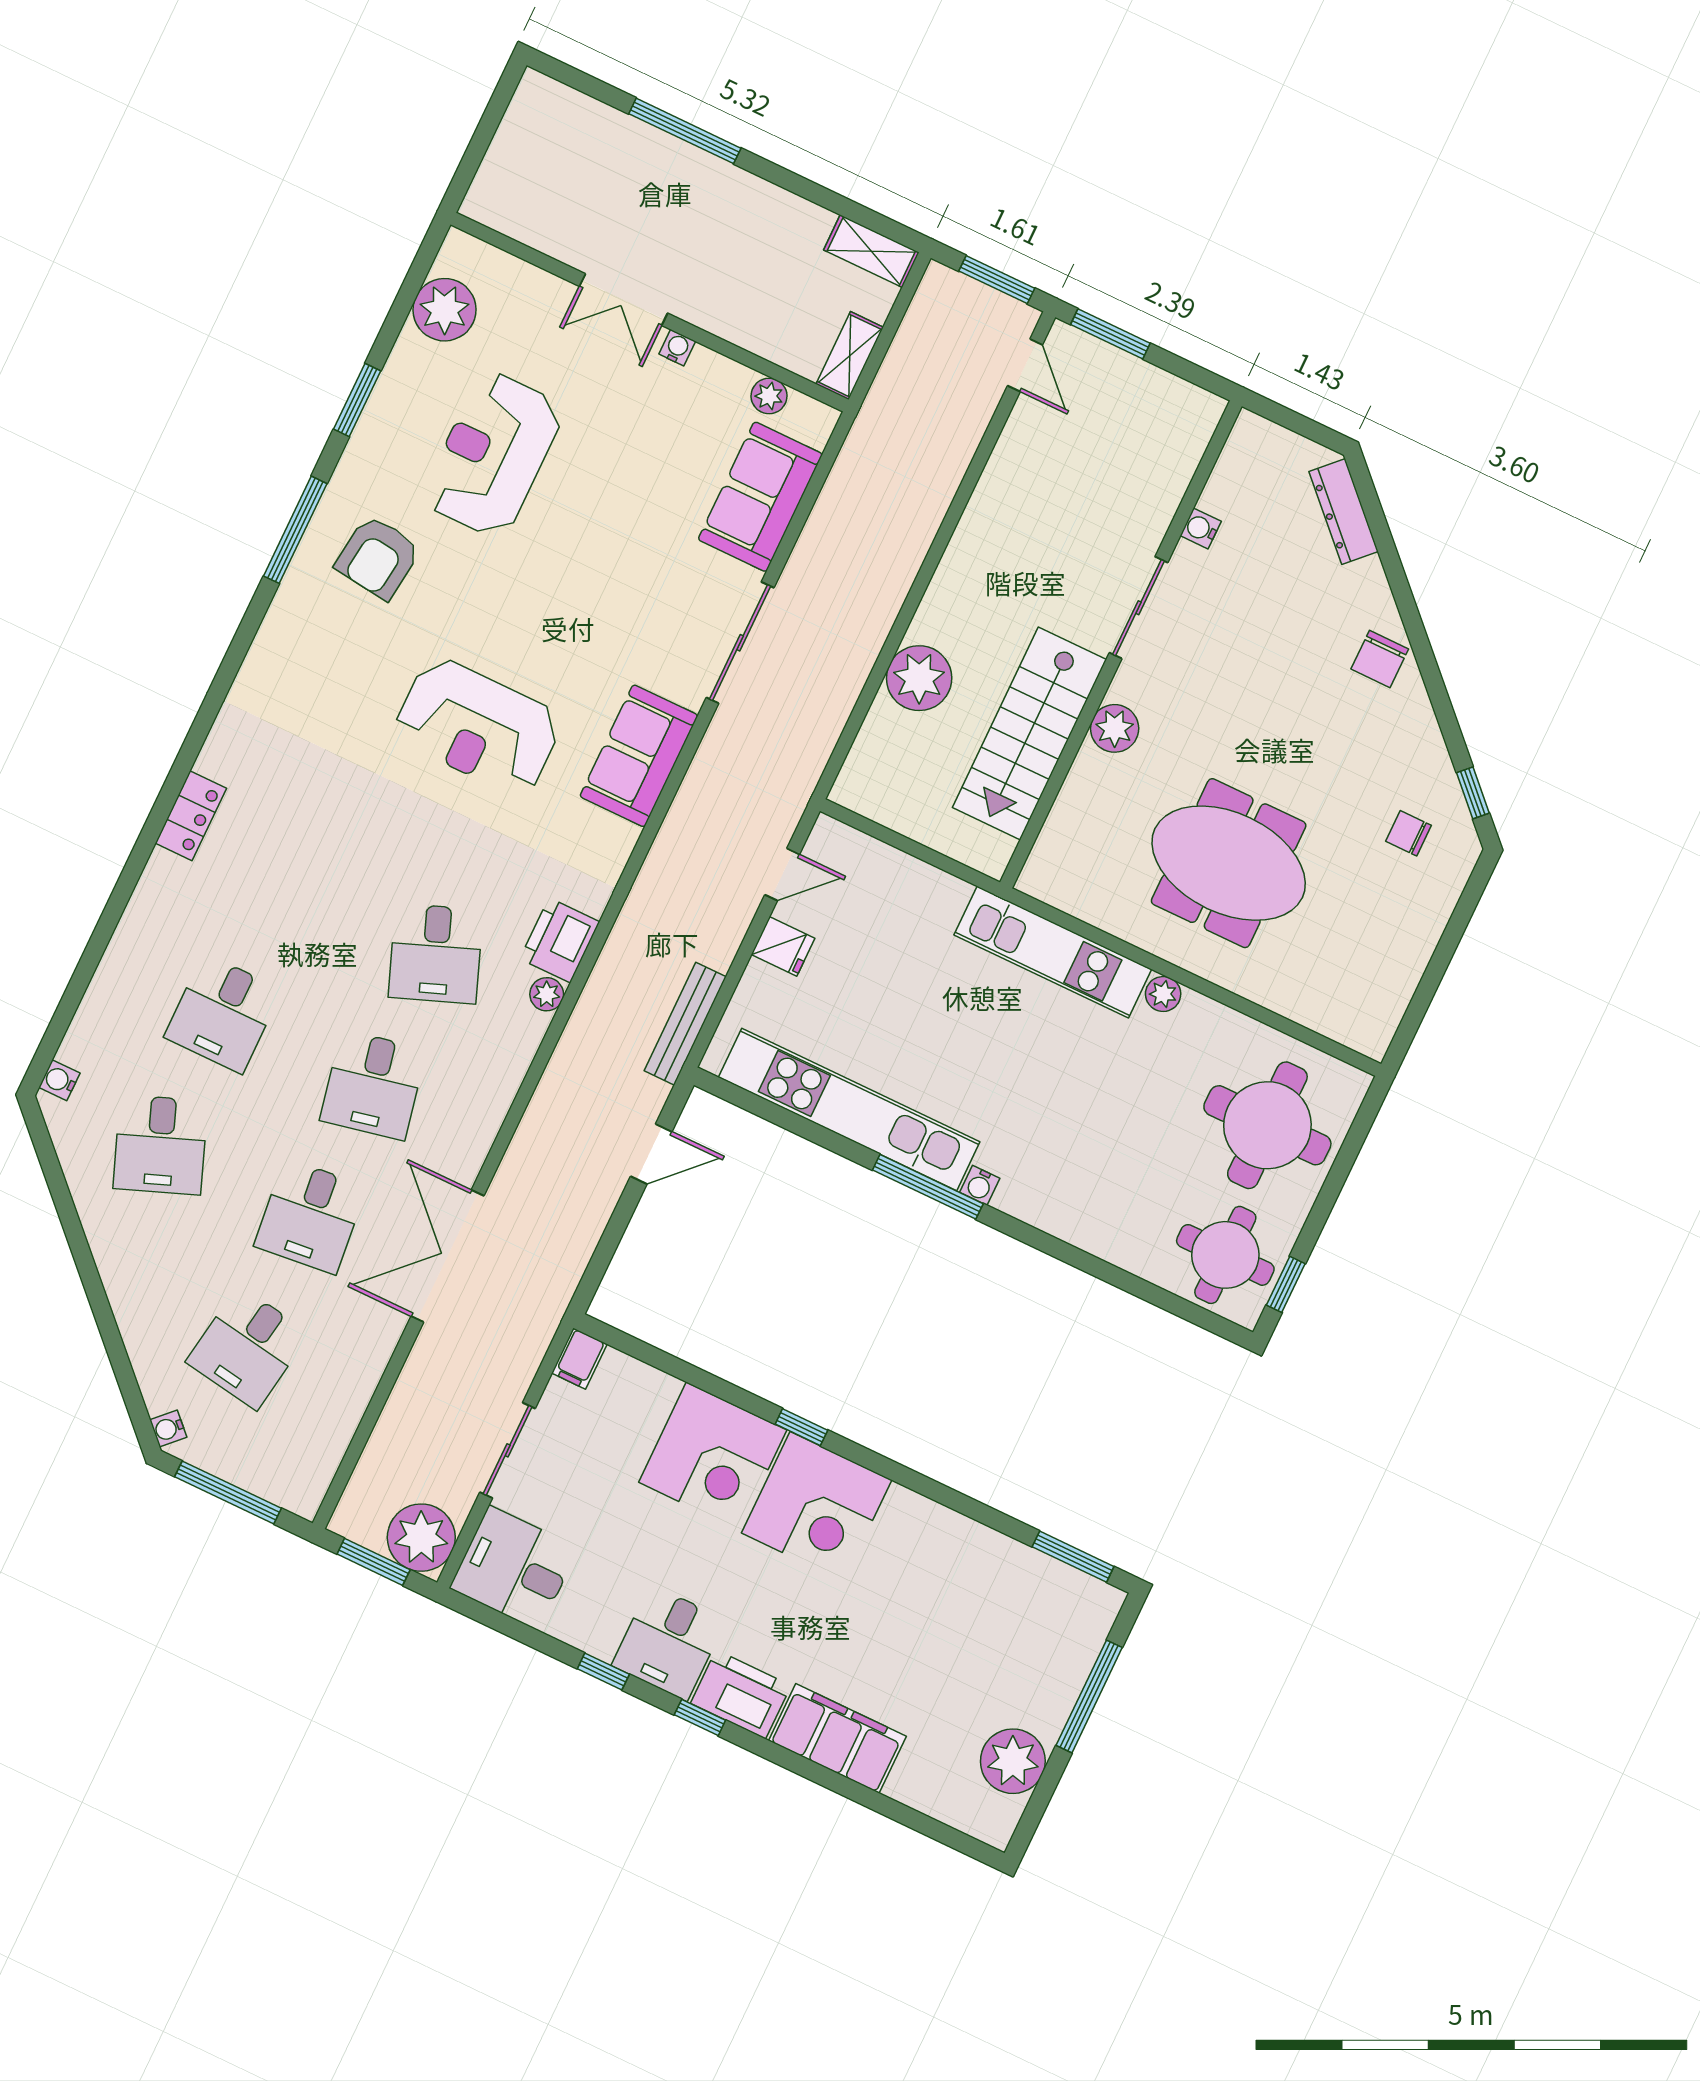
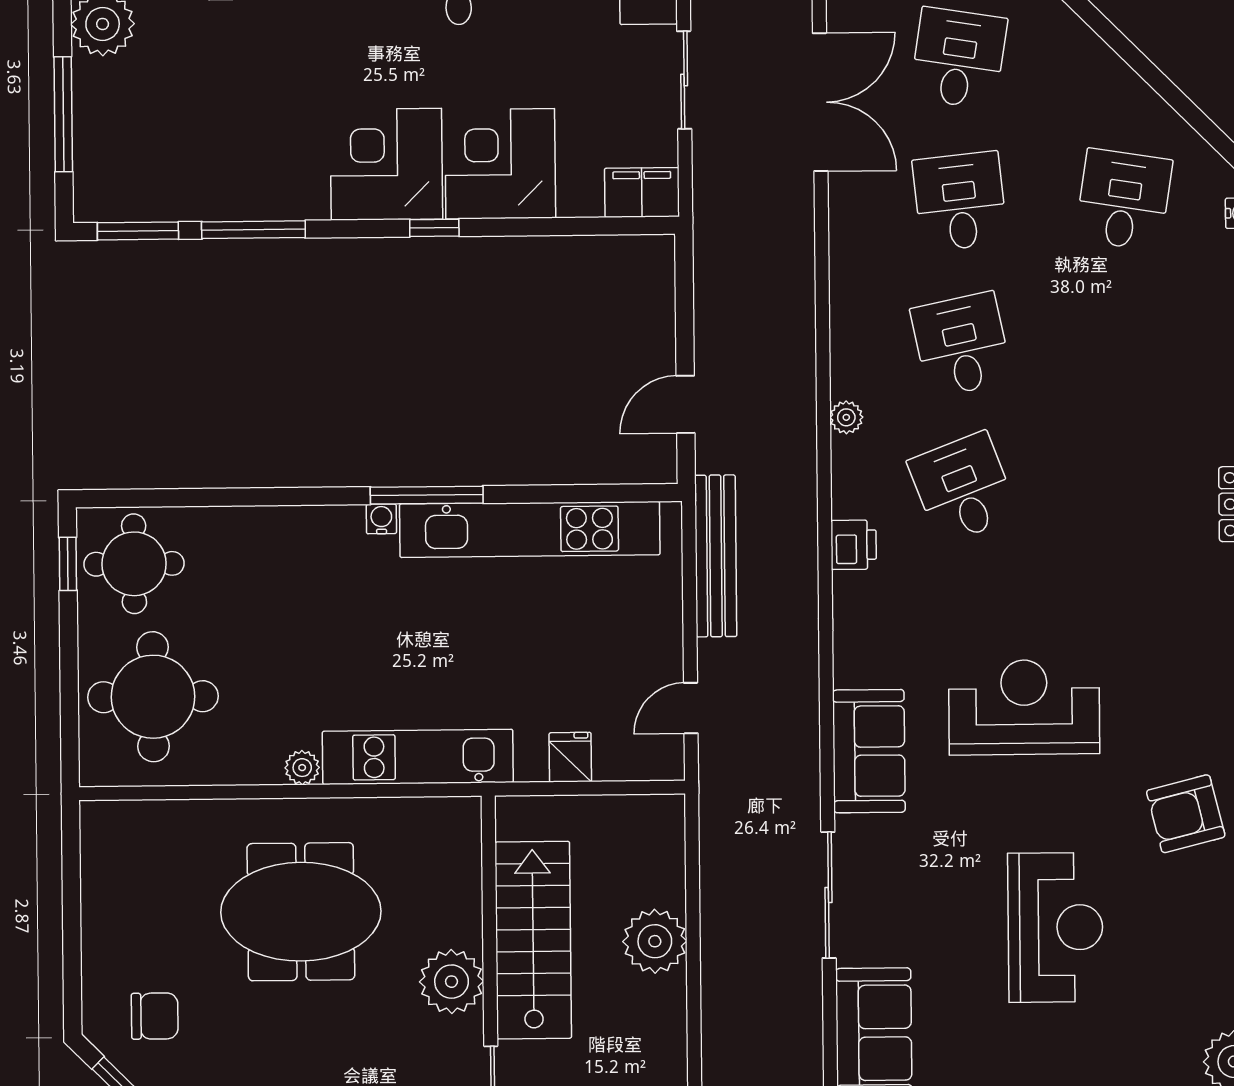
reception desk: (493, 454) -> (1055, 927), moved
armchair: (378, 557) -> (1186, 814), turned -111
plant: (1115, 728) -> (452, 982), width x1.36, depth x1.36
chair: (1409, 833) -> (155, 1016), width x1.37, depth x1.37
printer: (560, 940) -> (854, 545), width x0.73, depth x0.81
fridge: (783, 946) -> (570, 757), moved, turned 90
plant: (547, 994) -> (846, 417), moved
desk: (223, 1013) -> (1125, 343), removed
bench: (685, 1024) -> (716, 556), width x1.37, depth x1.21
desk: (160, 1145) -> (1124, 200), turned 30
double door: (447, 1256) -> (820, 102), moved
filing cabinet: (579, 1359) -> (642, 192), width x2.00
window: (967, 1506) -> (253, 230), added

